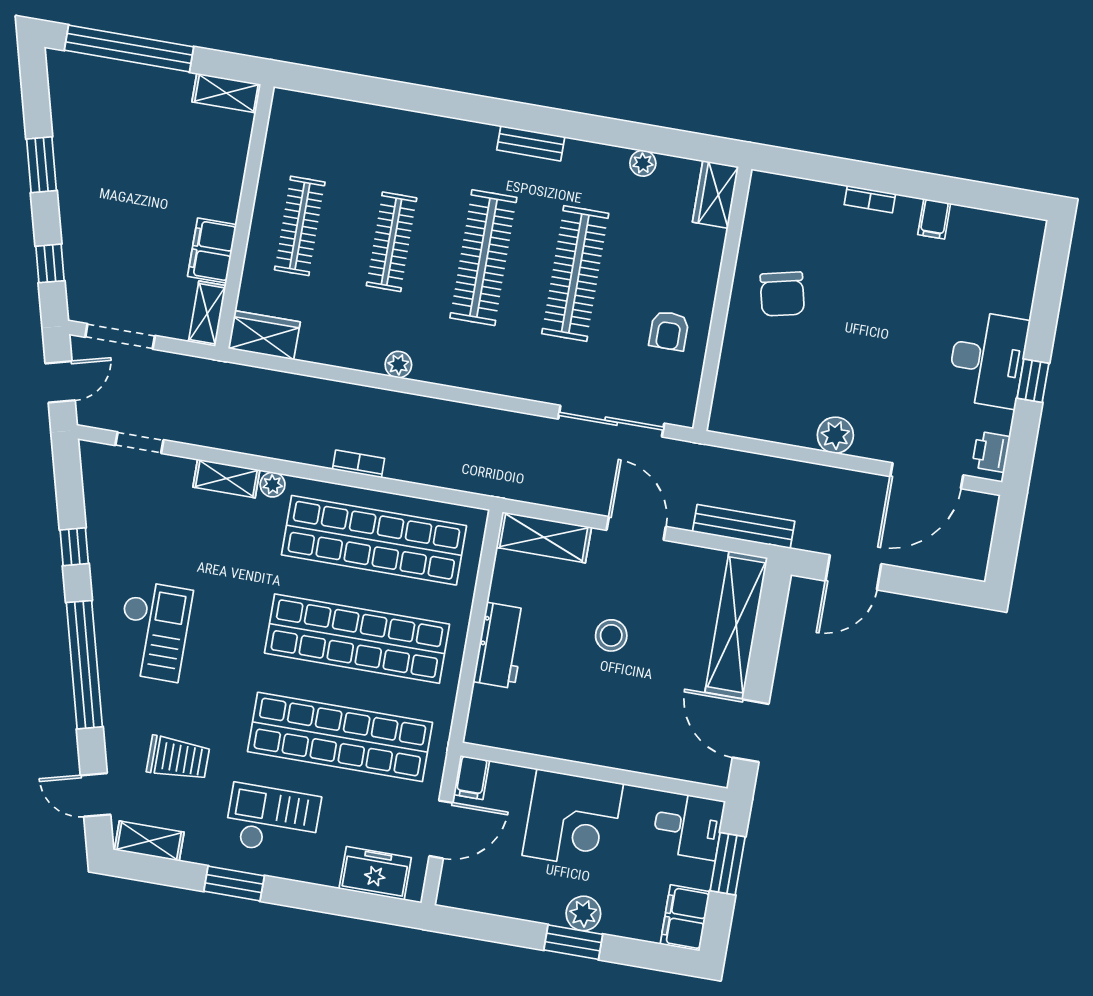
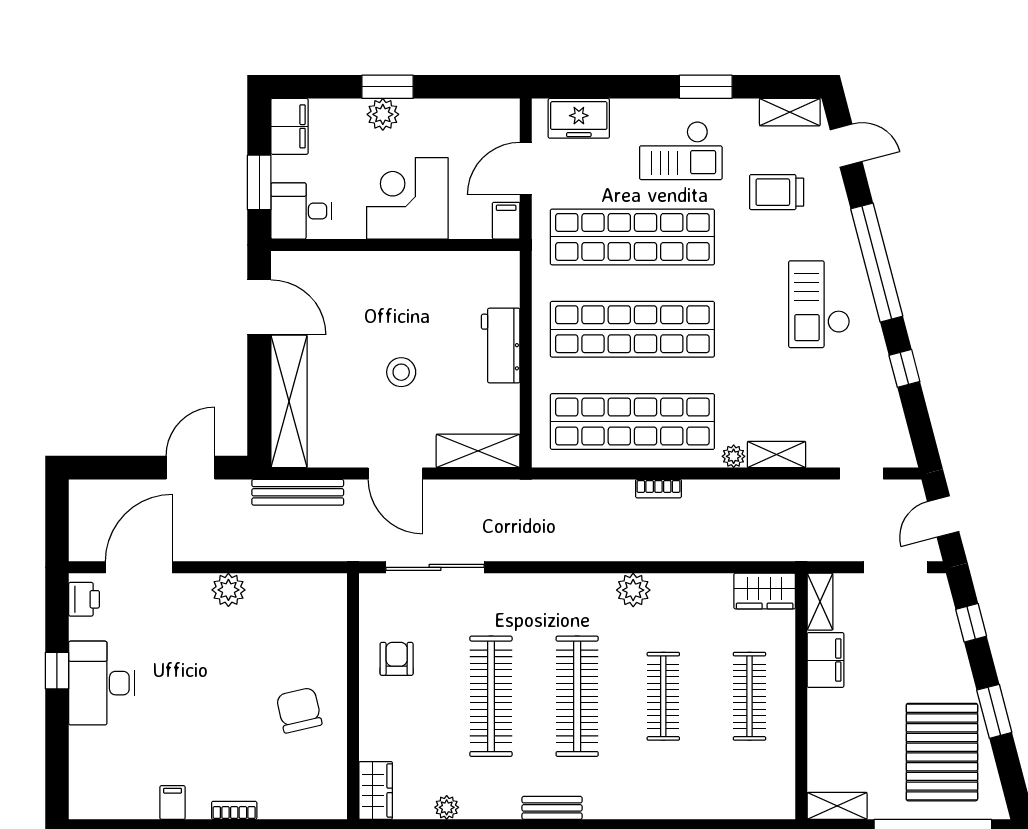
pallet: (105, 131) -> (942, 752), added
plant: (398, 365) -> (633, 590), width x1.38, depth x1.38

